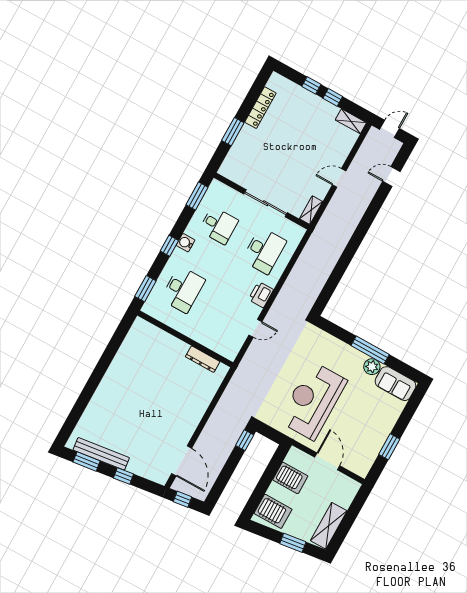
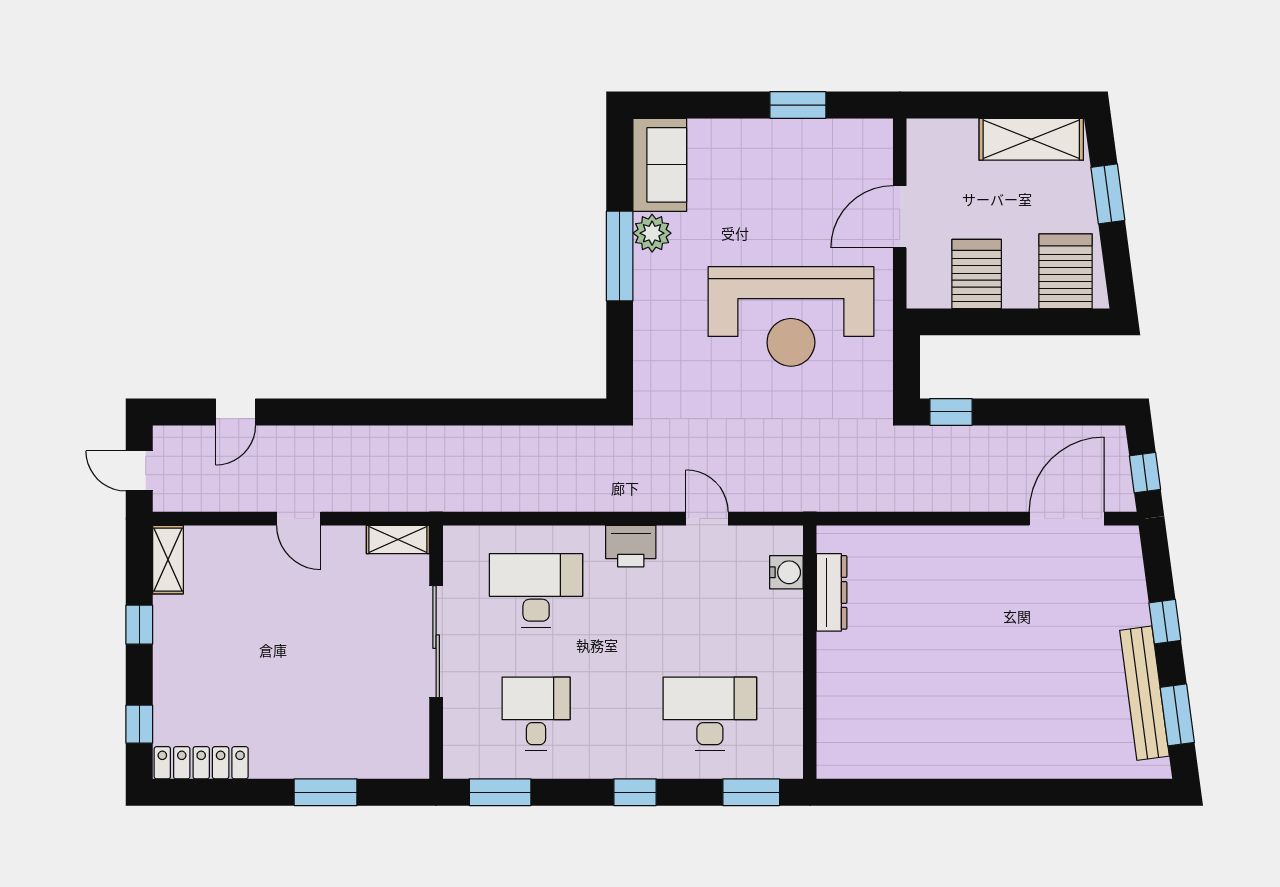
window: (311, 85) -> (139, 724), moved
locker: (260, 108) -> (201, 763), moved
door: (391, 177) -> (236, 412), hinge flipped
water cooler: (186, 243) -> (786, 572), moved, turned -90

